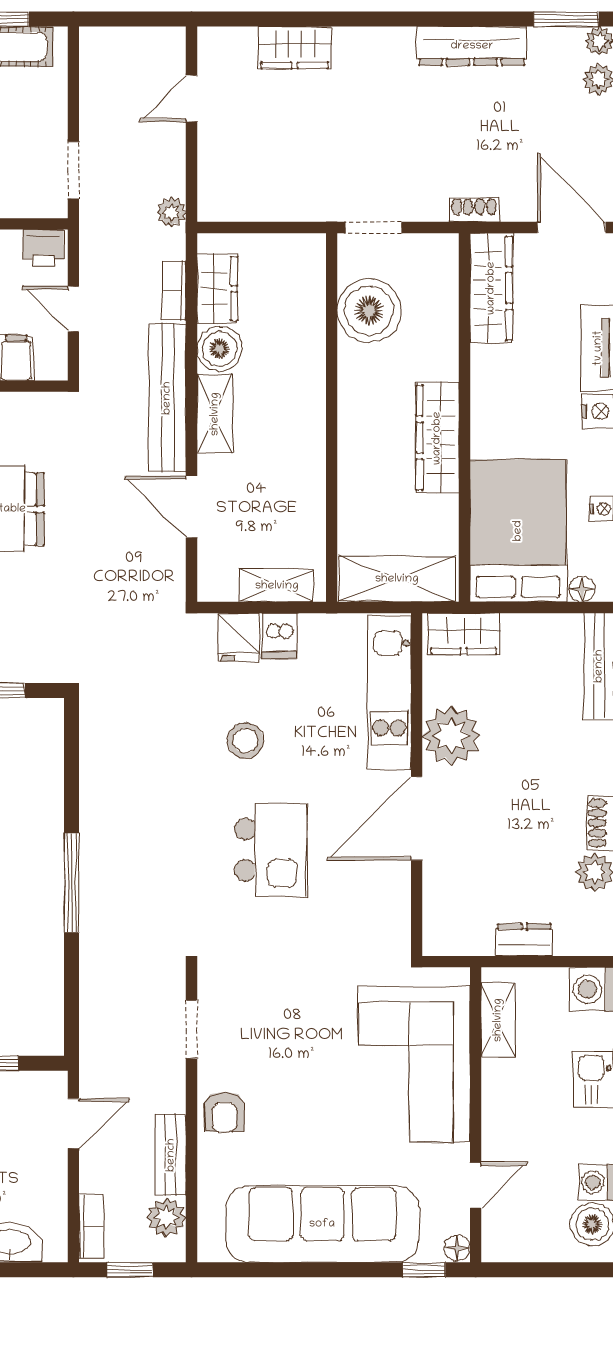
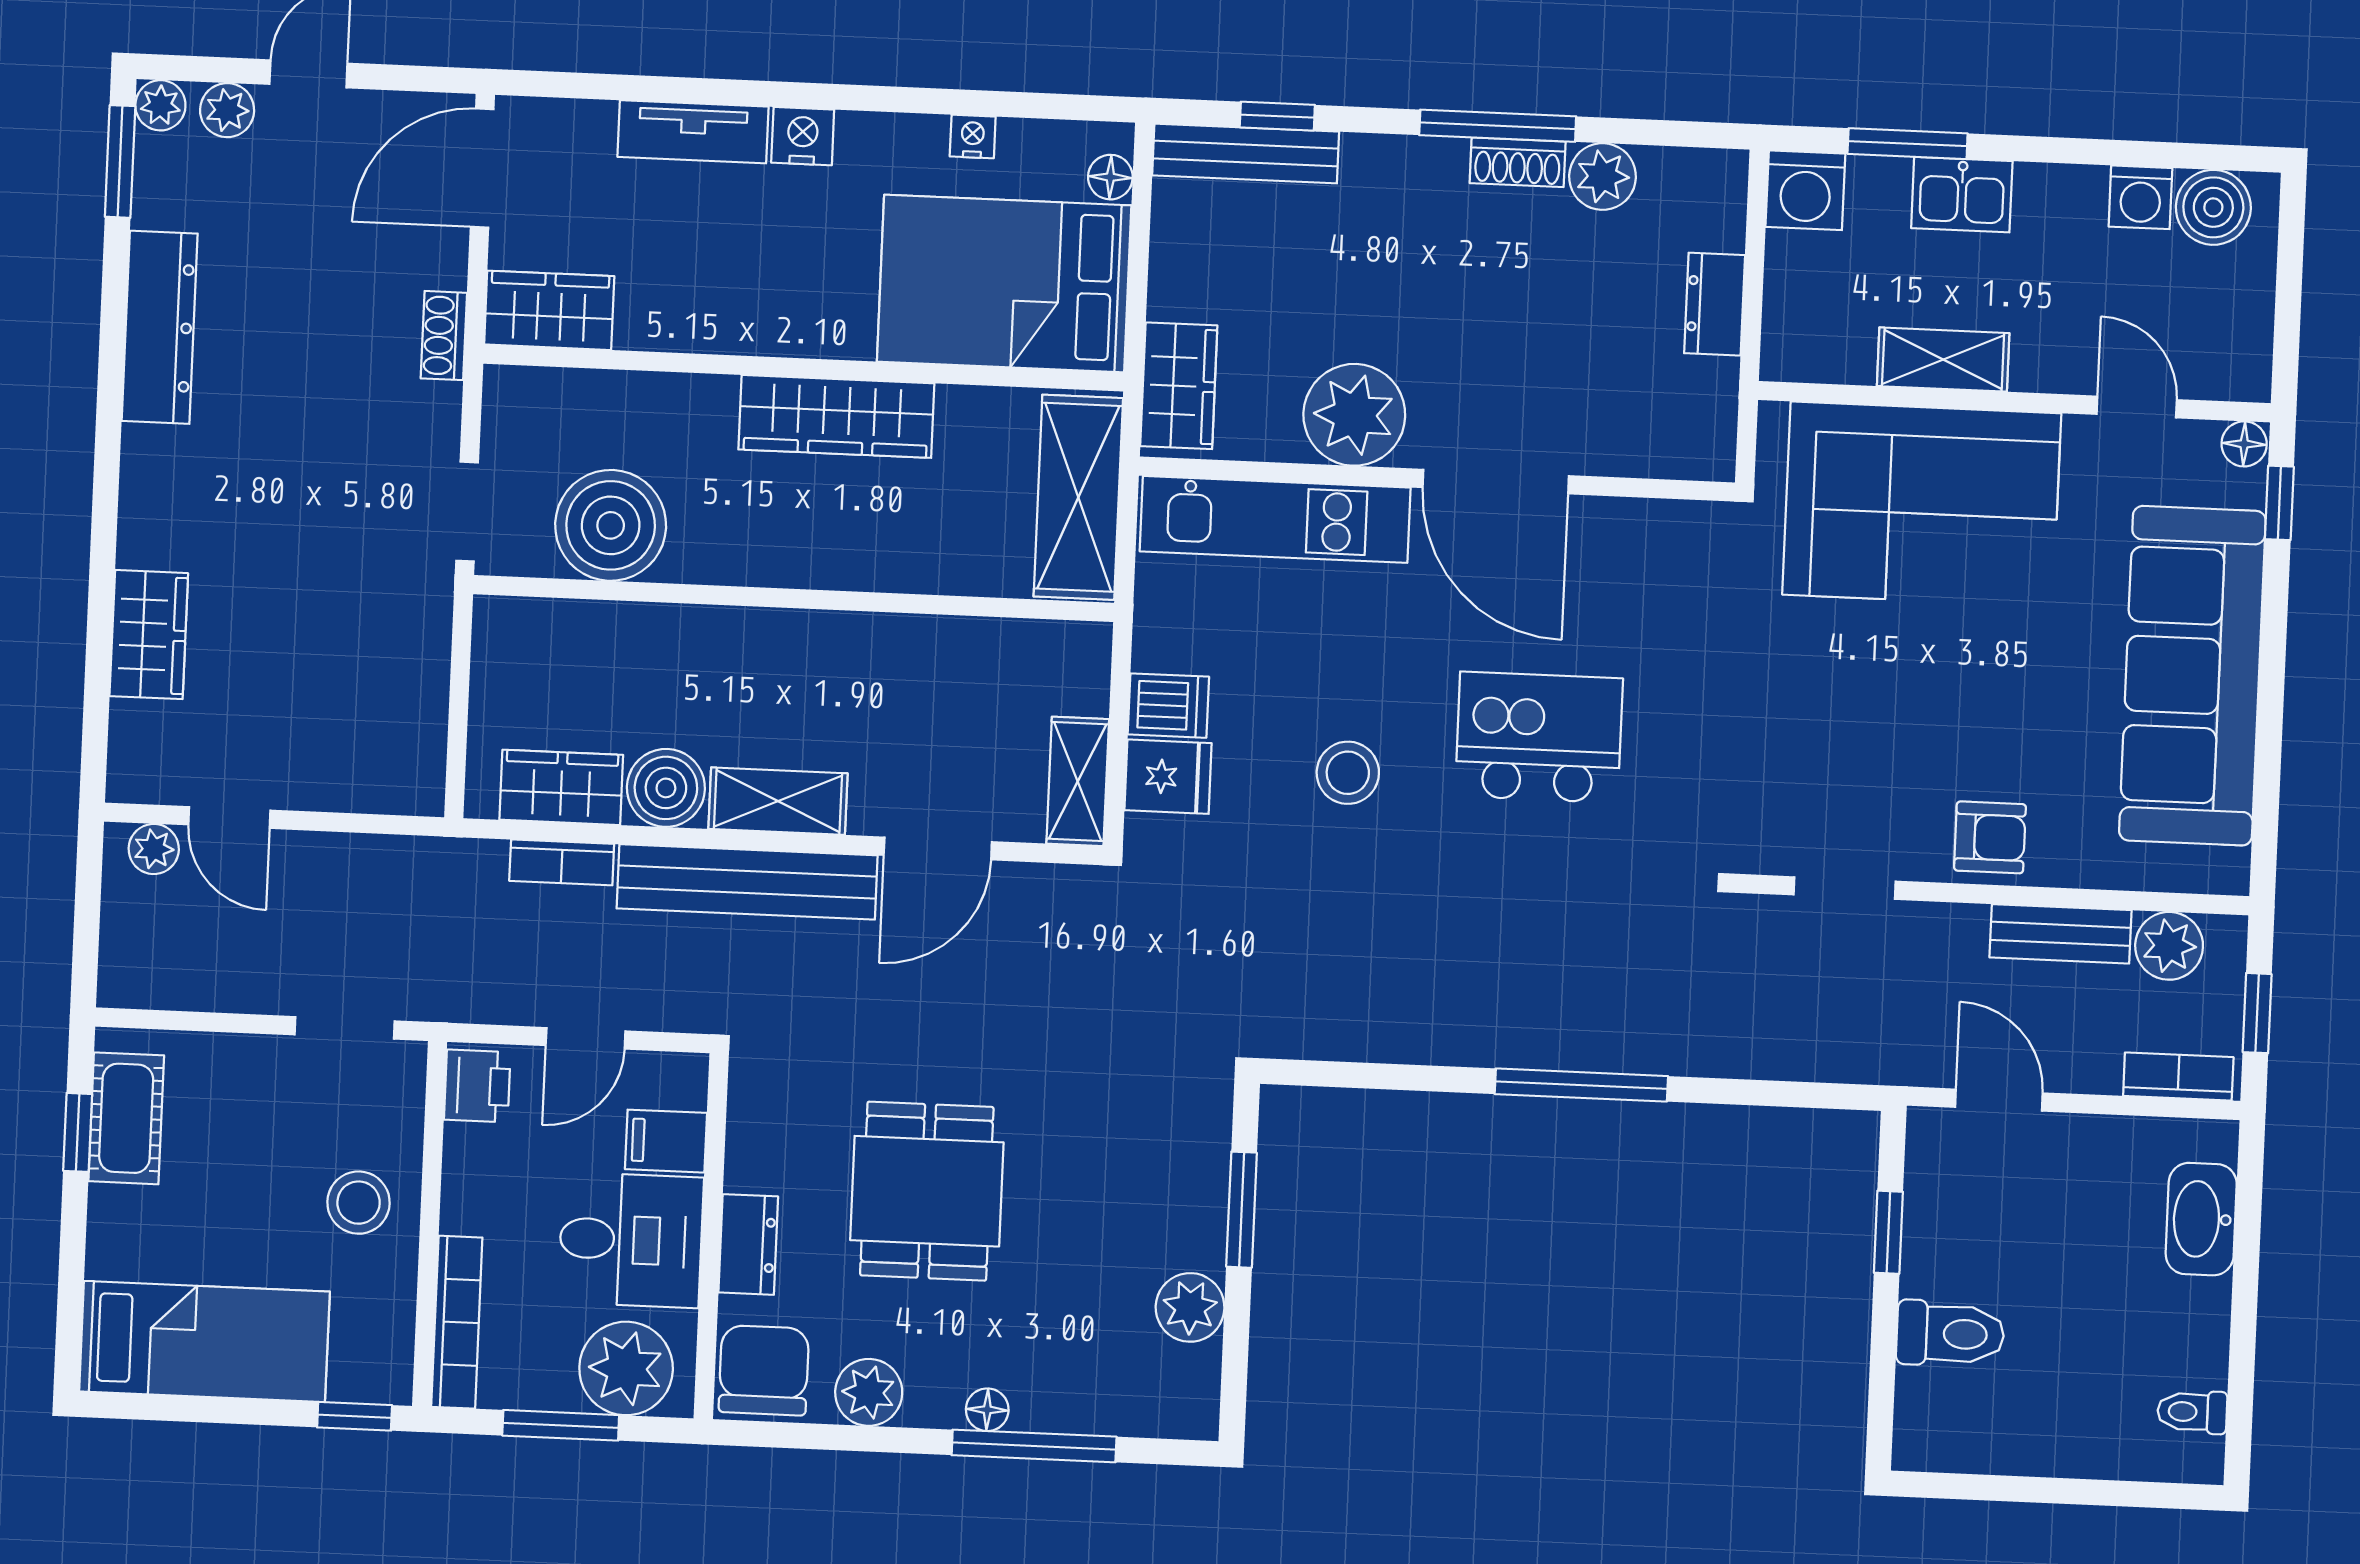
plant: (172, 212) -> (154, 849), moved
wardrobe: (491, 288) -> (549, 310), width x0.67
shelving: (277, 586) -> (1078, 781), moved
shelving: (498, 1020) -> (1943, 360), moved

